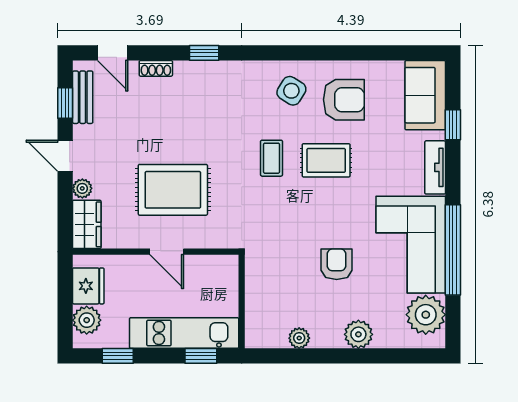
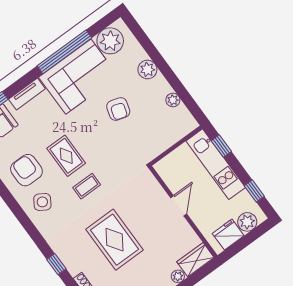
rug: (173, 190) -> (115, 240), moved
armchair: (337, 264) -> (118, 109), turned -73

